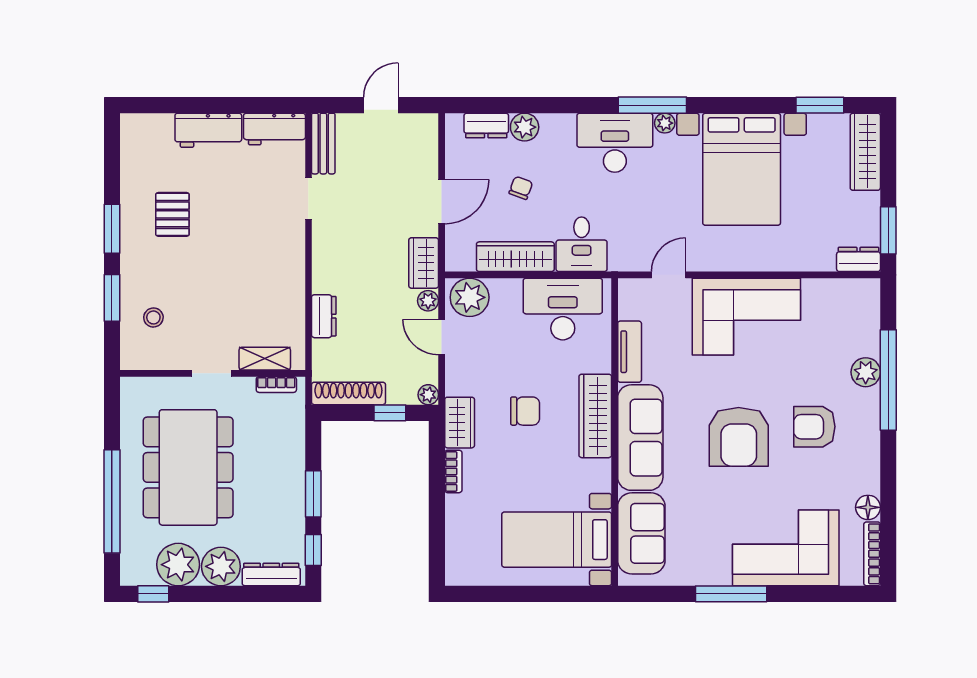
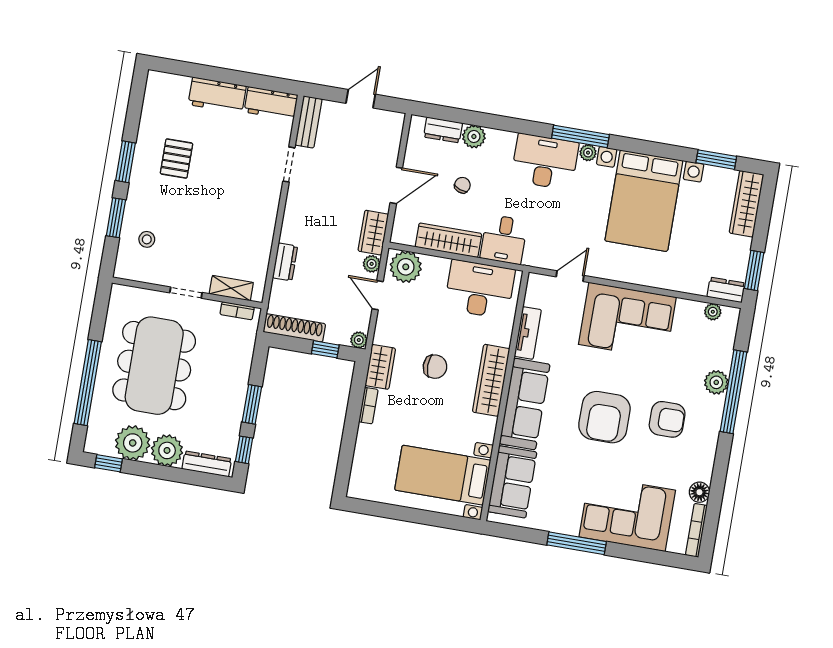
plant: (847, 288) -> (713, 312), added
armchair: (814, 427) -> (667, 419), turned 180

